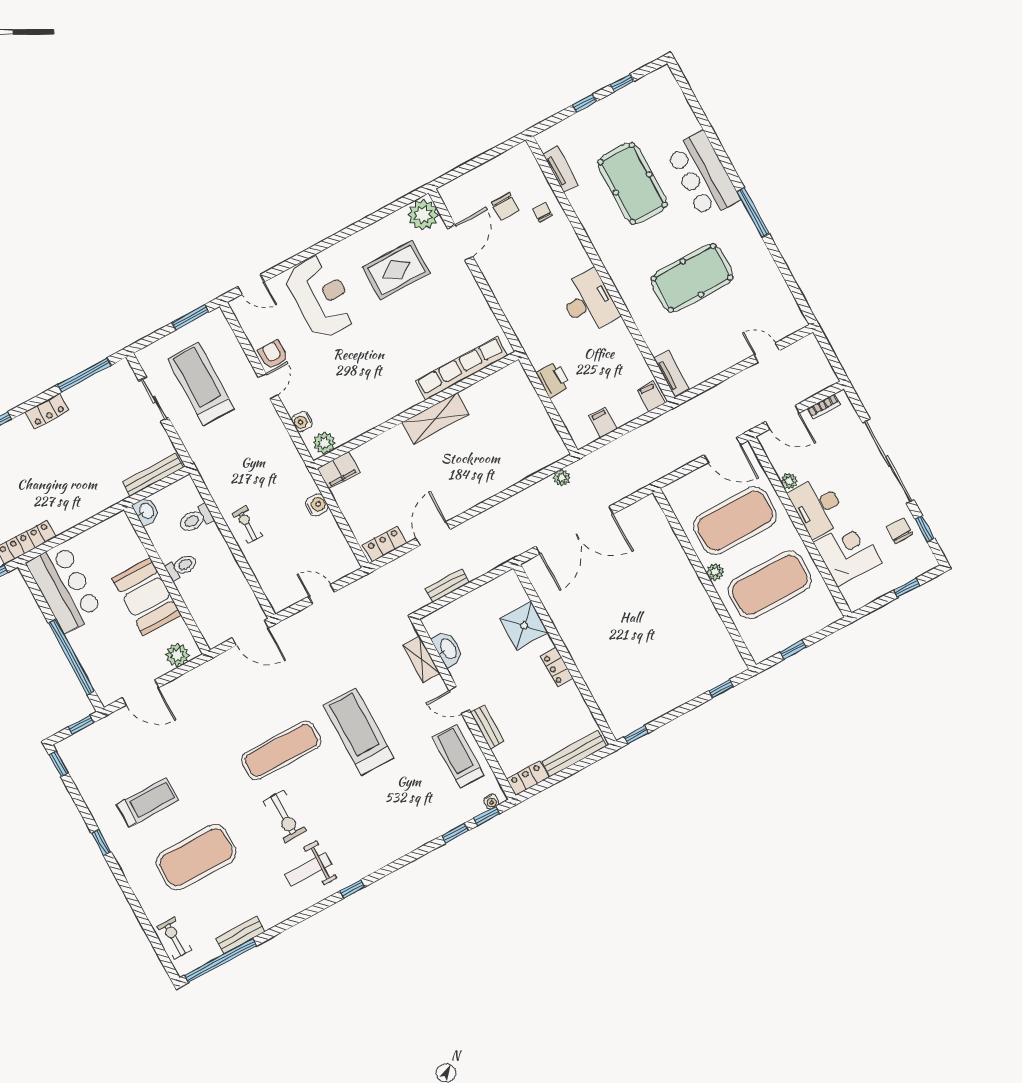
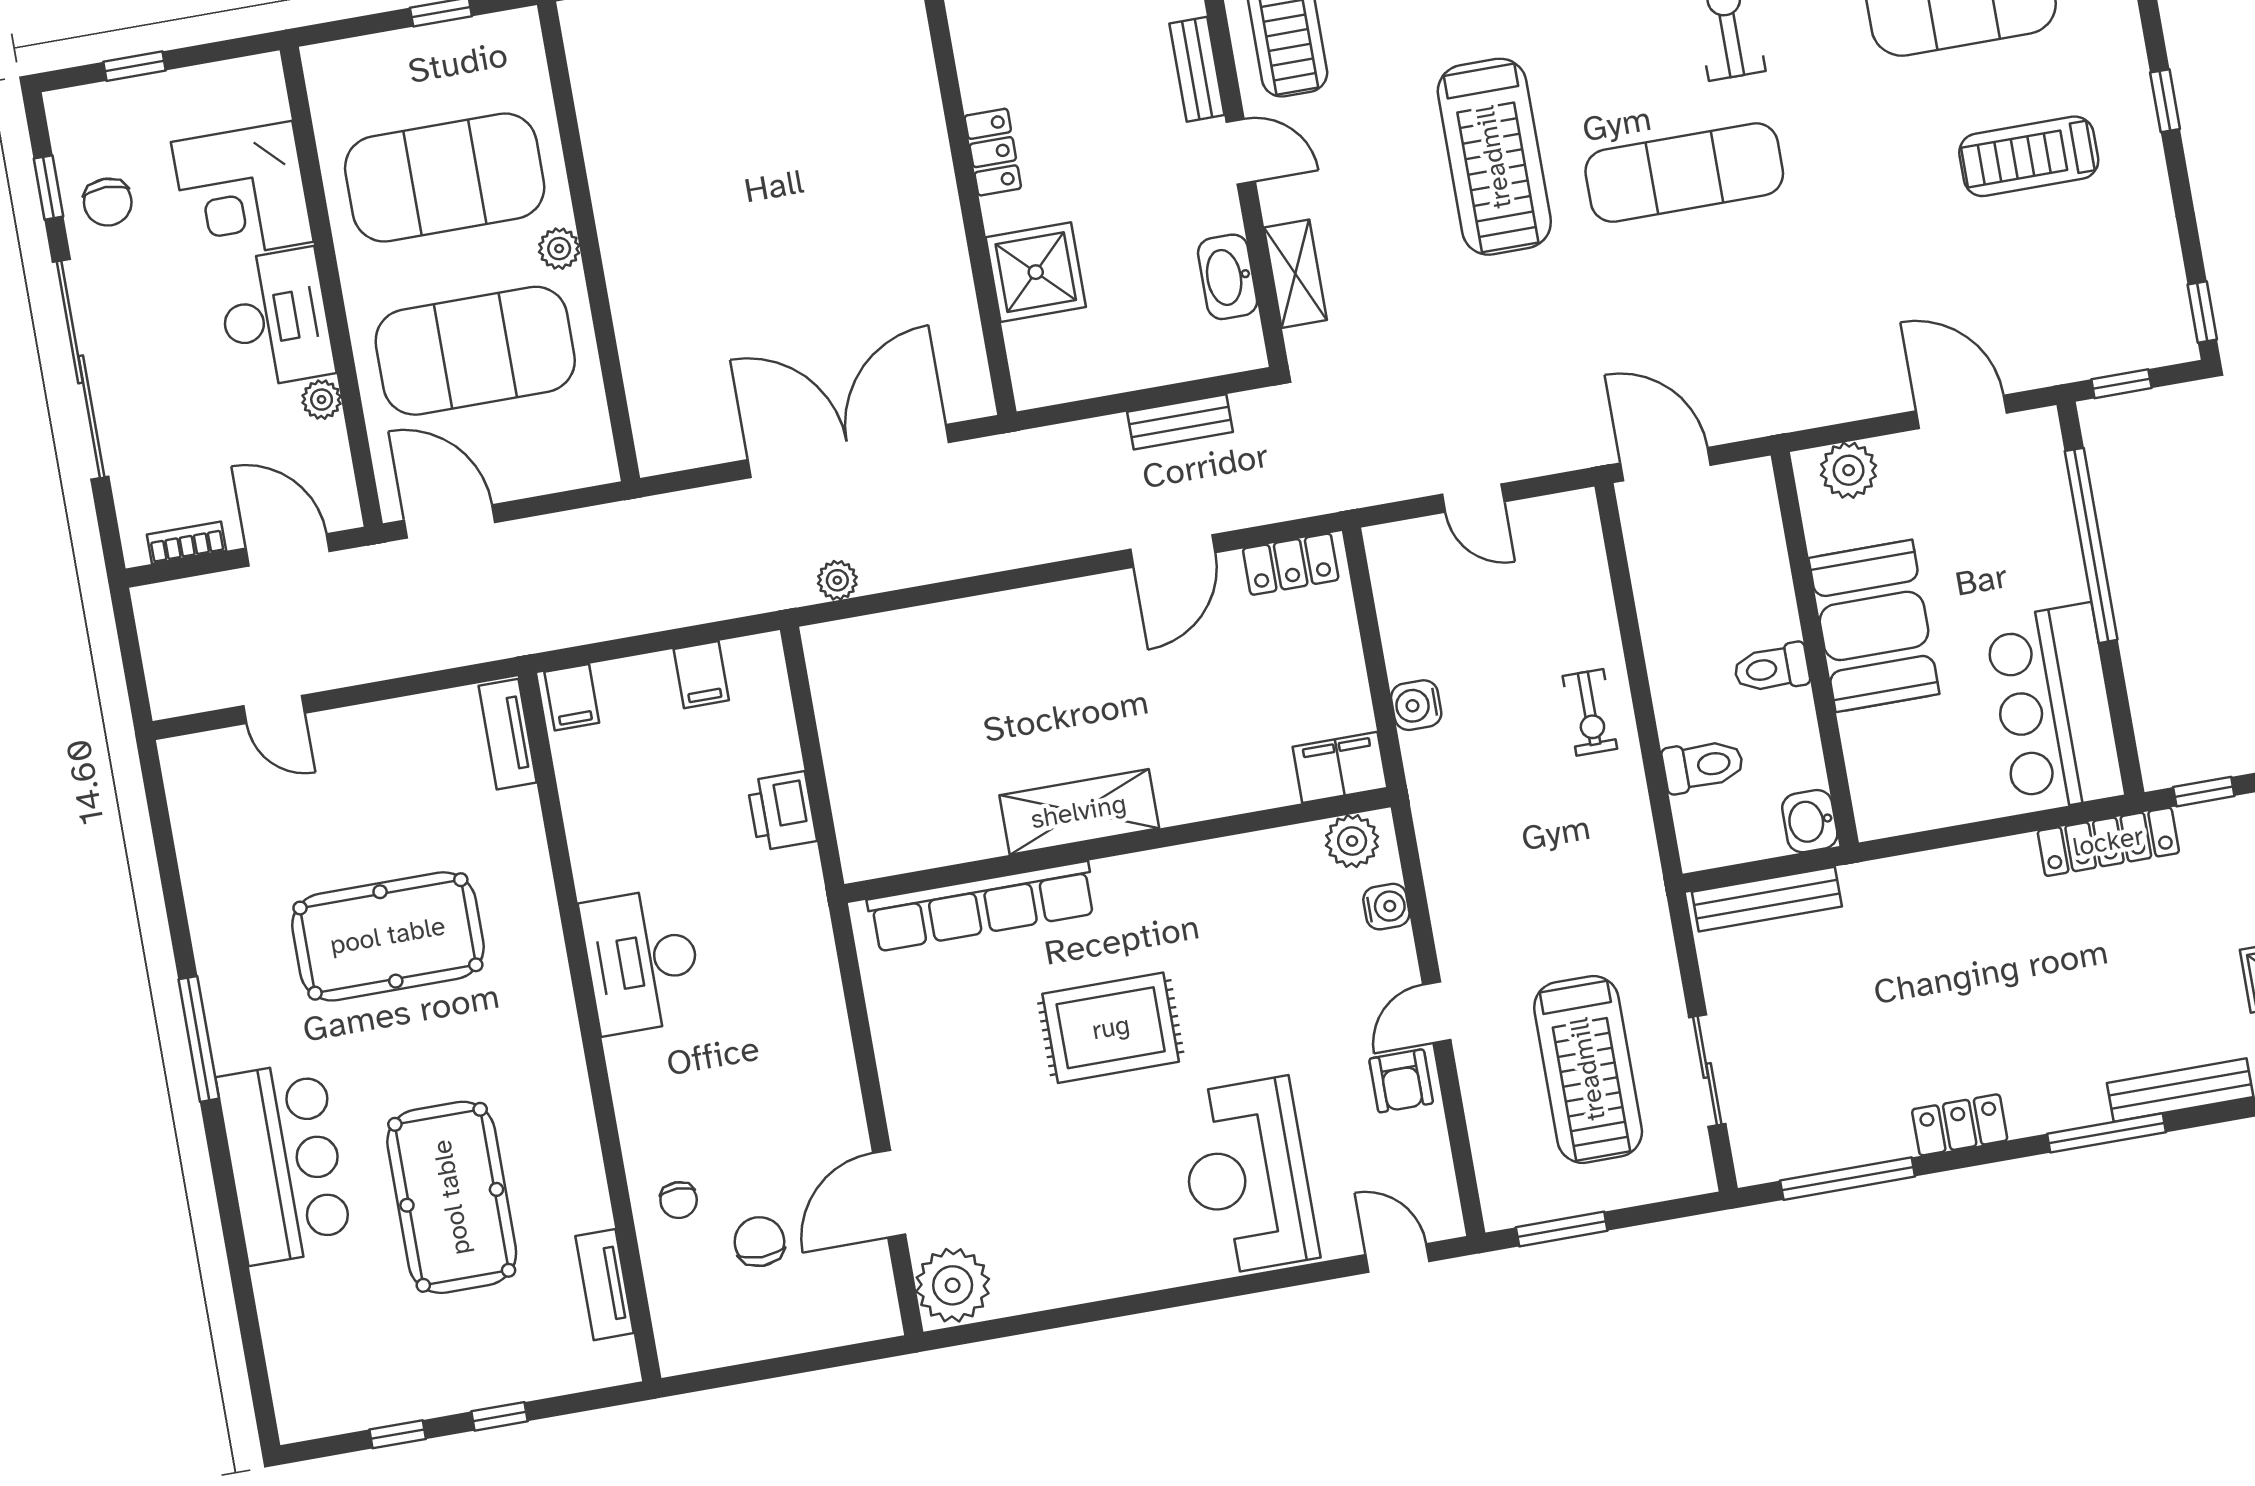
rug: (396, 270) -> (1111, 1028), moved

